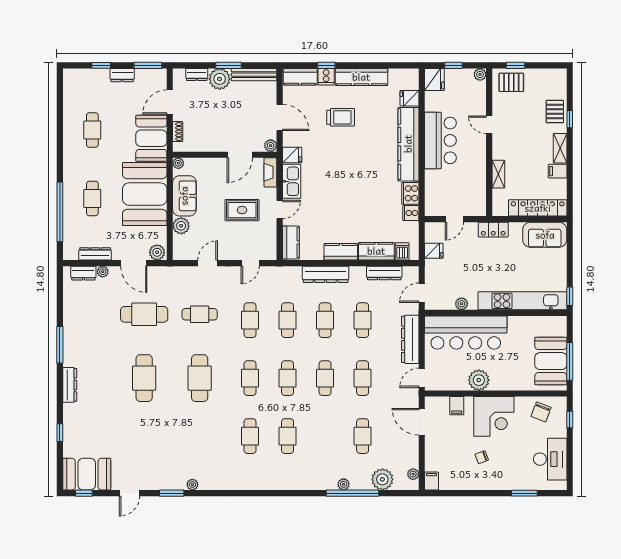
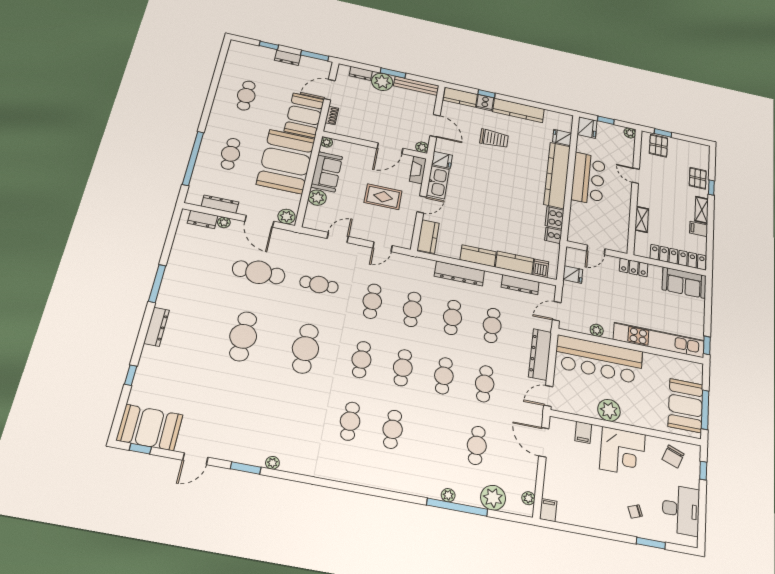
pallet: (511, 82) -> (658, 146), turned 90
chair: (482, 457) -> (635, 511), moved

